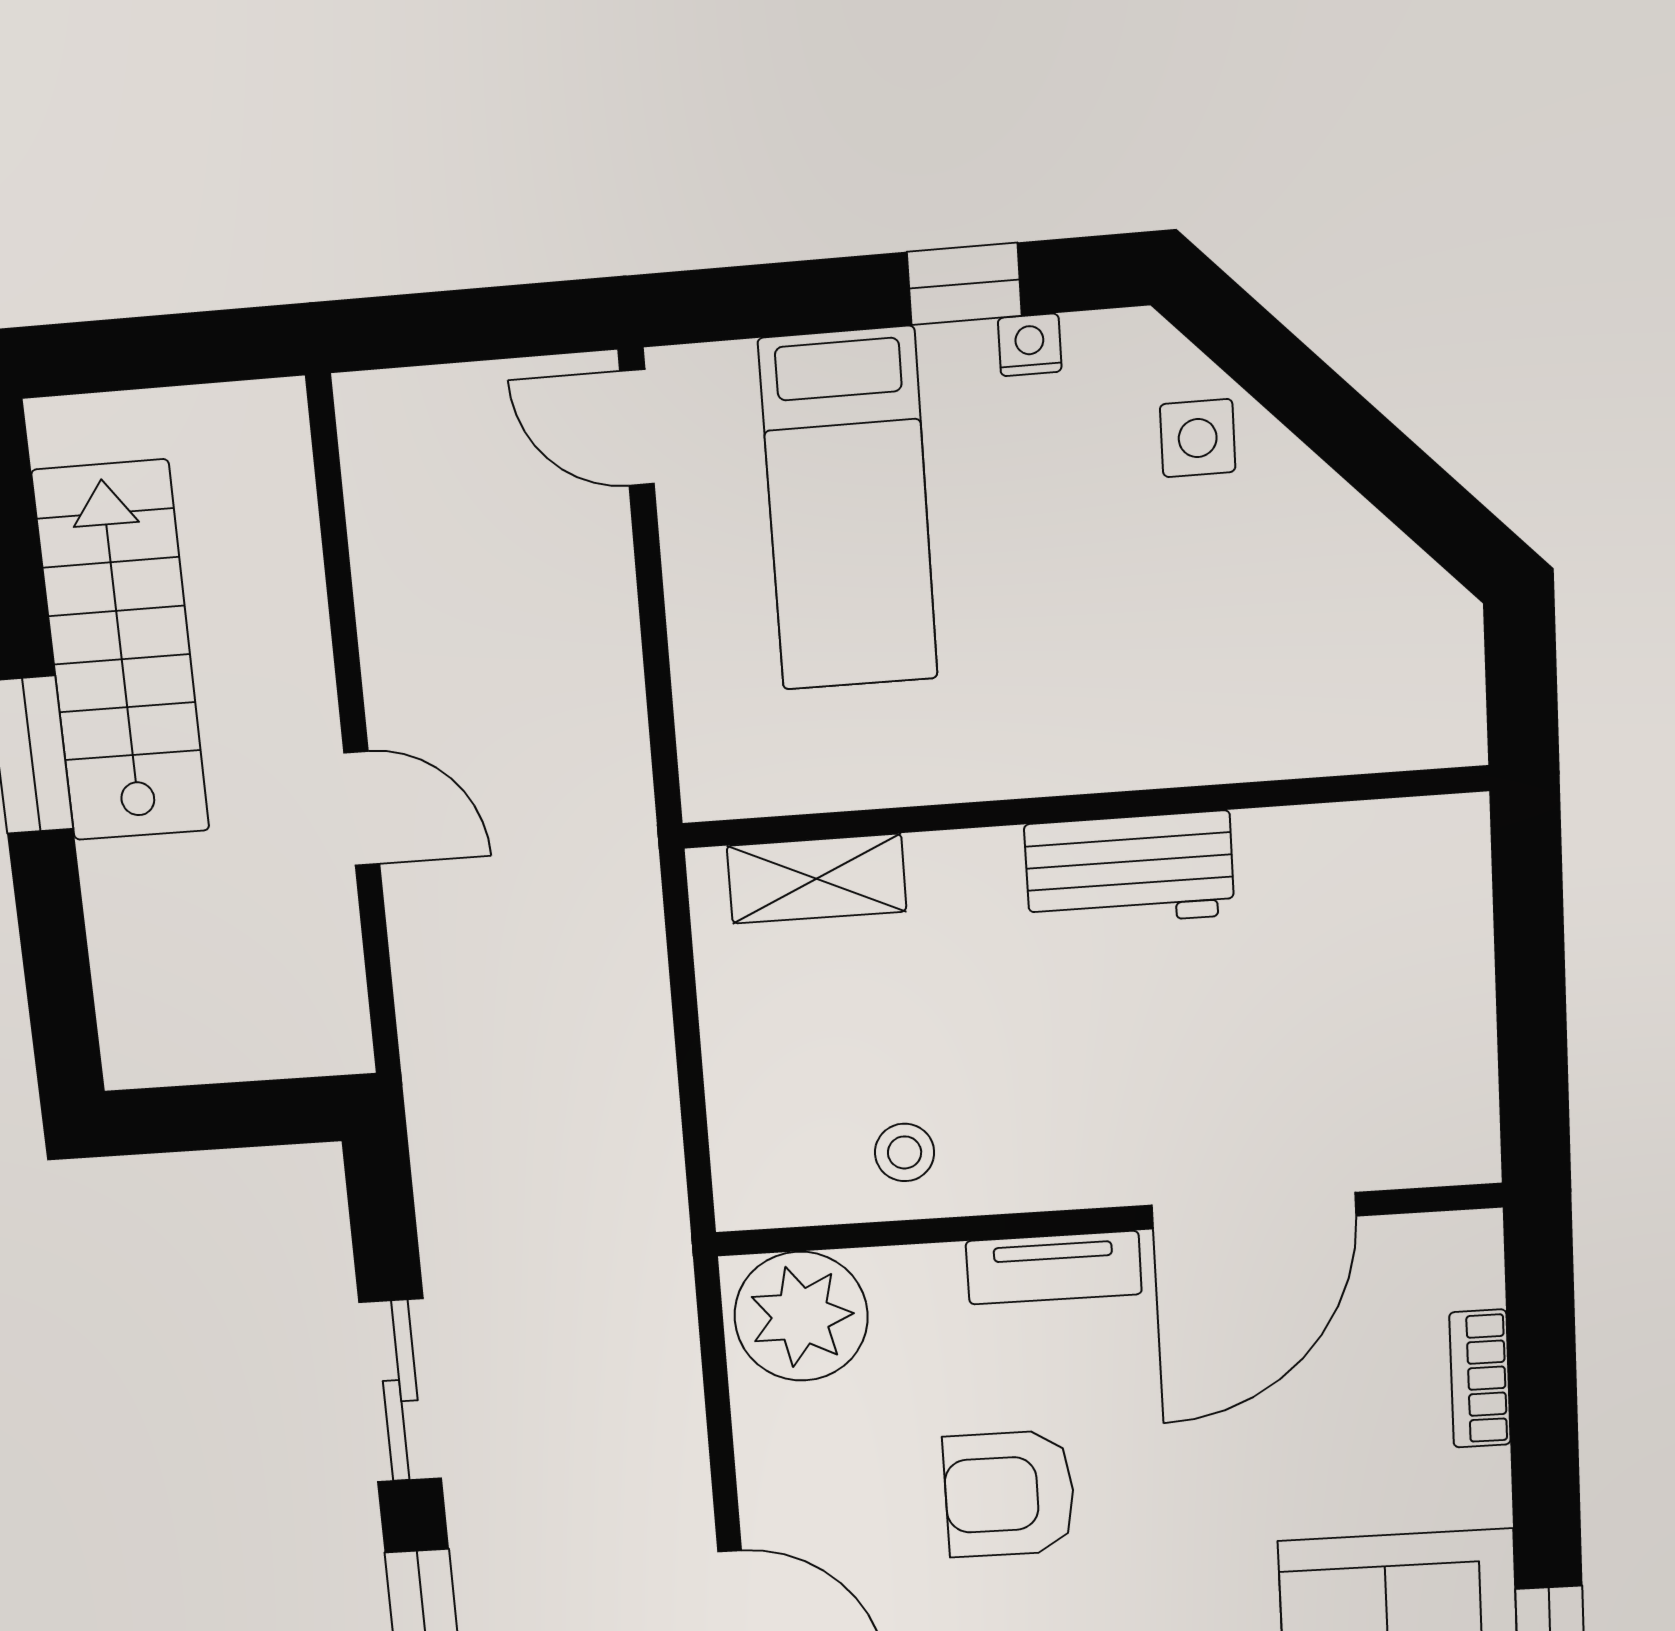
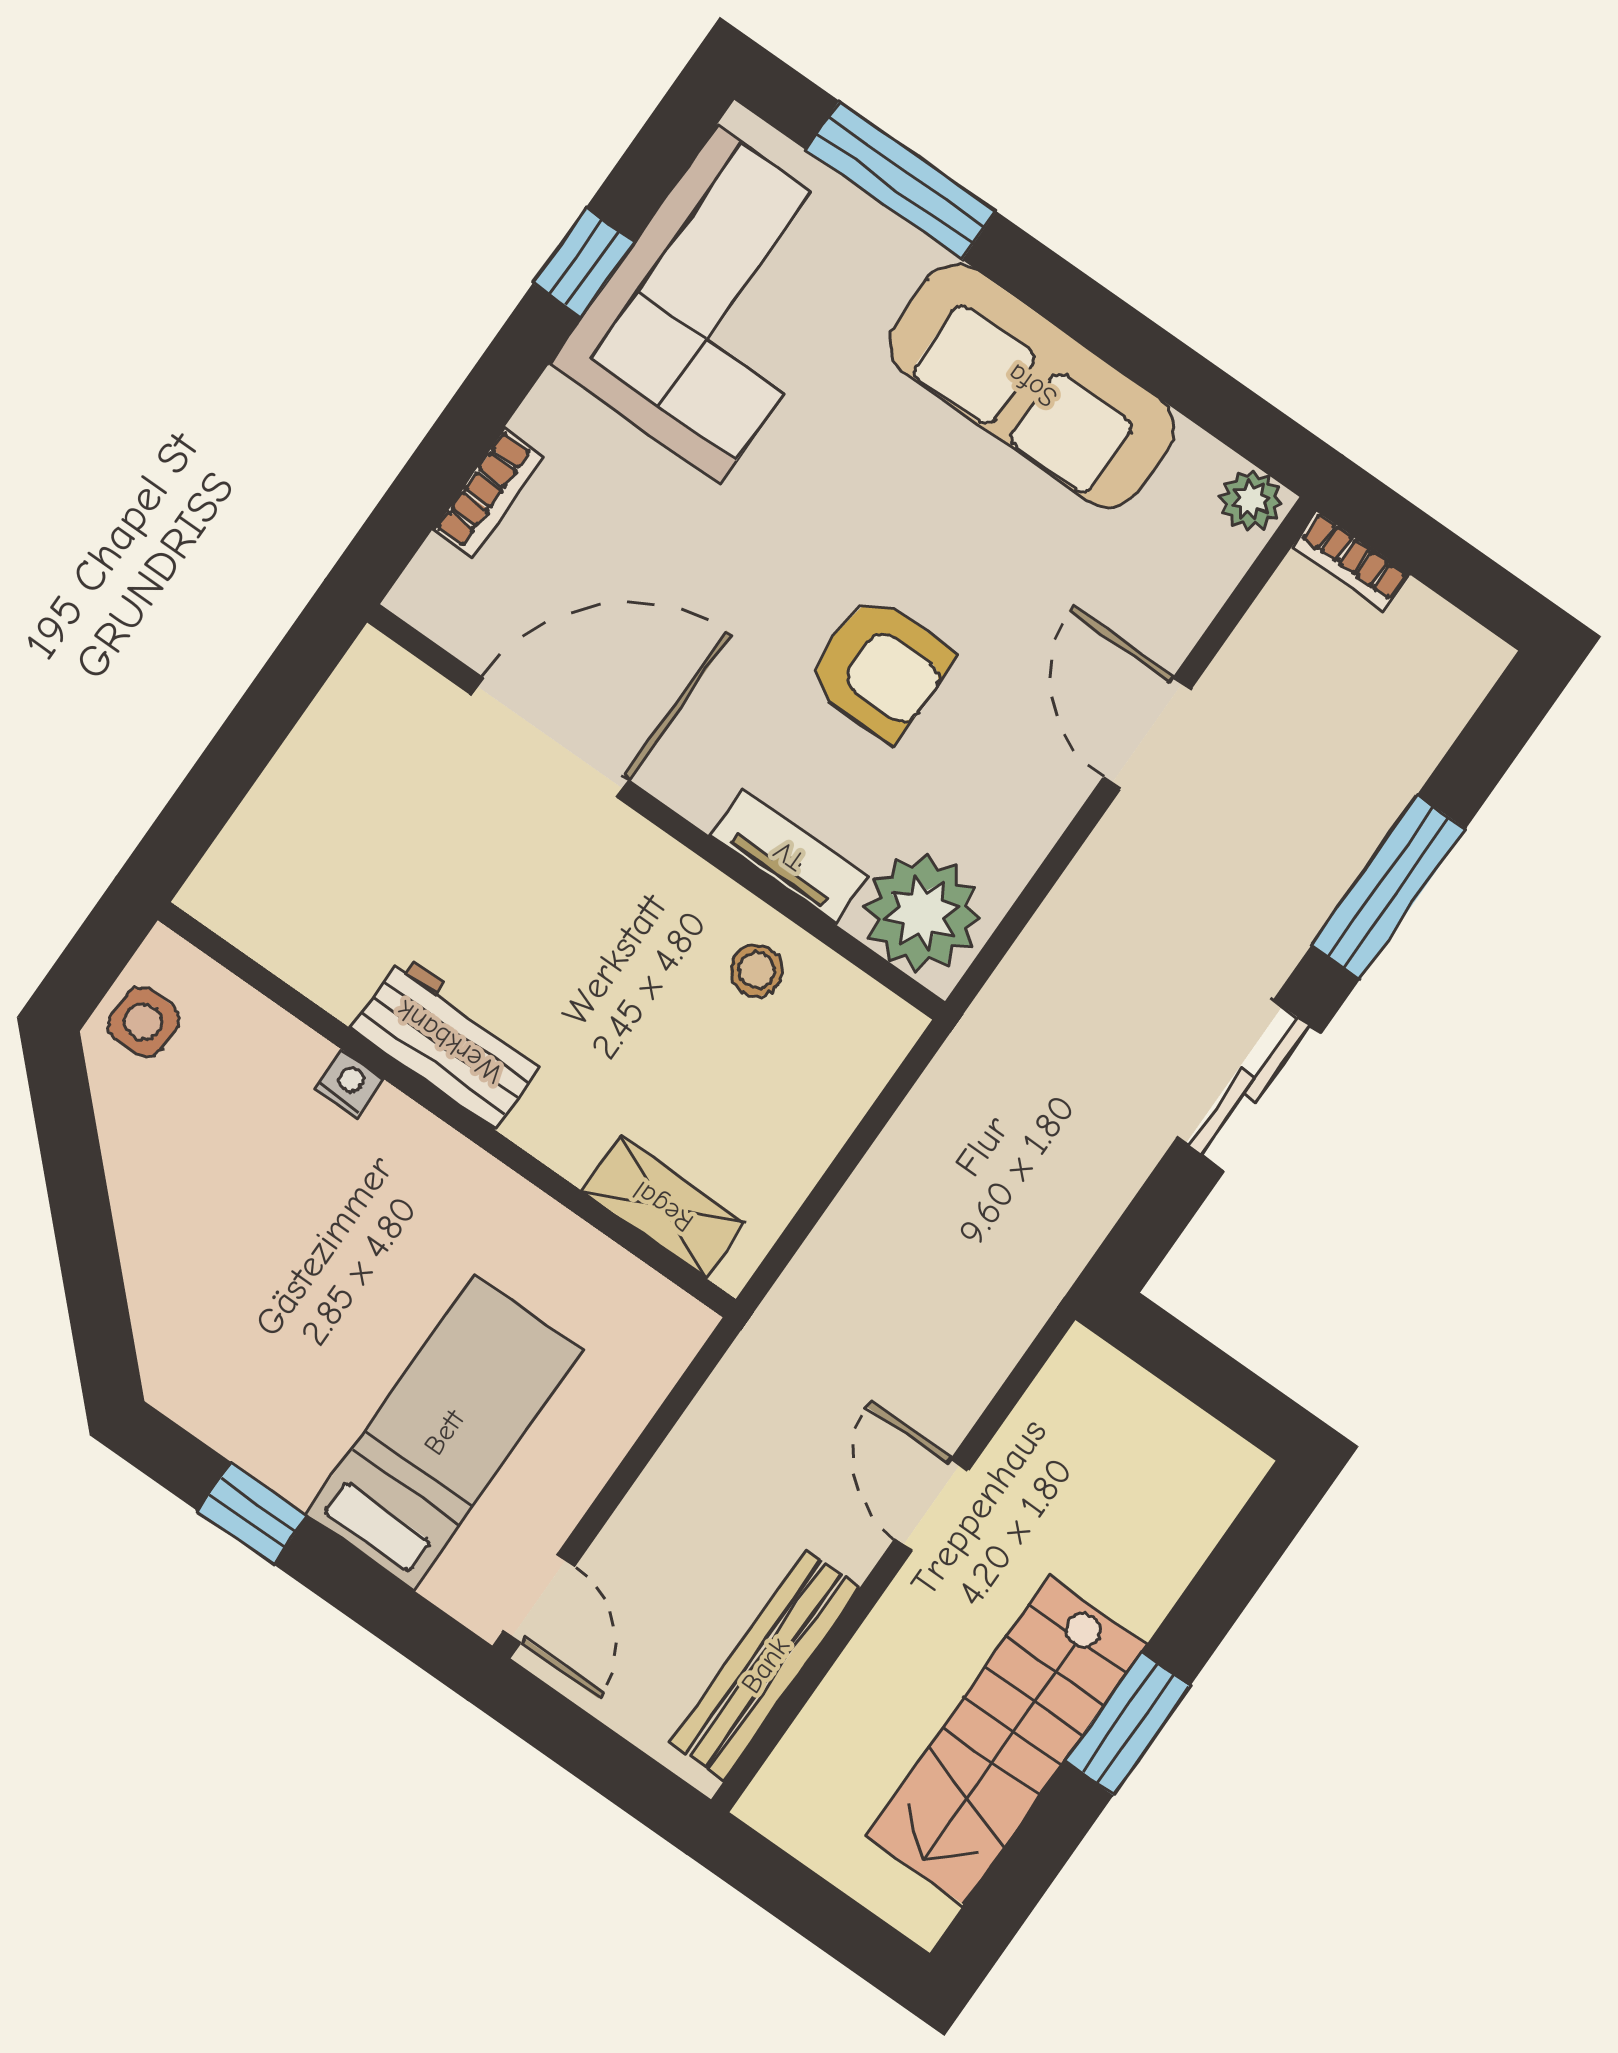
nightstand: (1030, 345) -> (349, 1084), moved, turned 180
side table: (1198, 438) -> (143, 1022), moved
bench: (386, 539) -> (765, 1665), added
tv unit: (1054, 1268) -> (789, 856), moved

